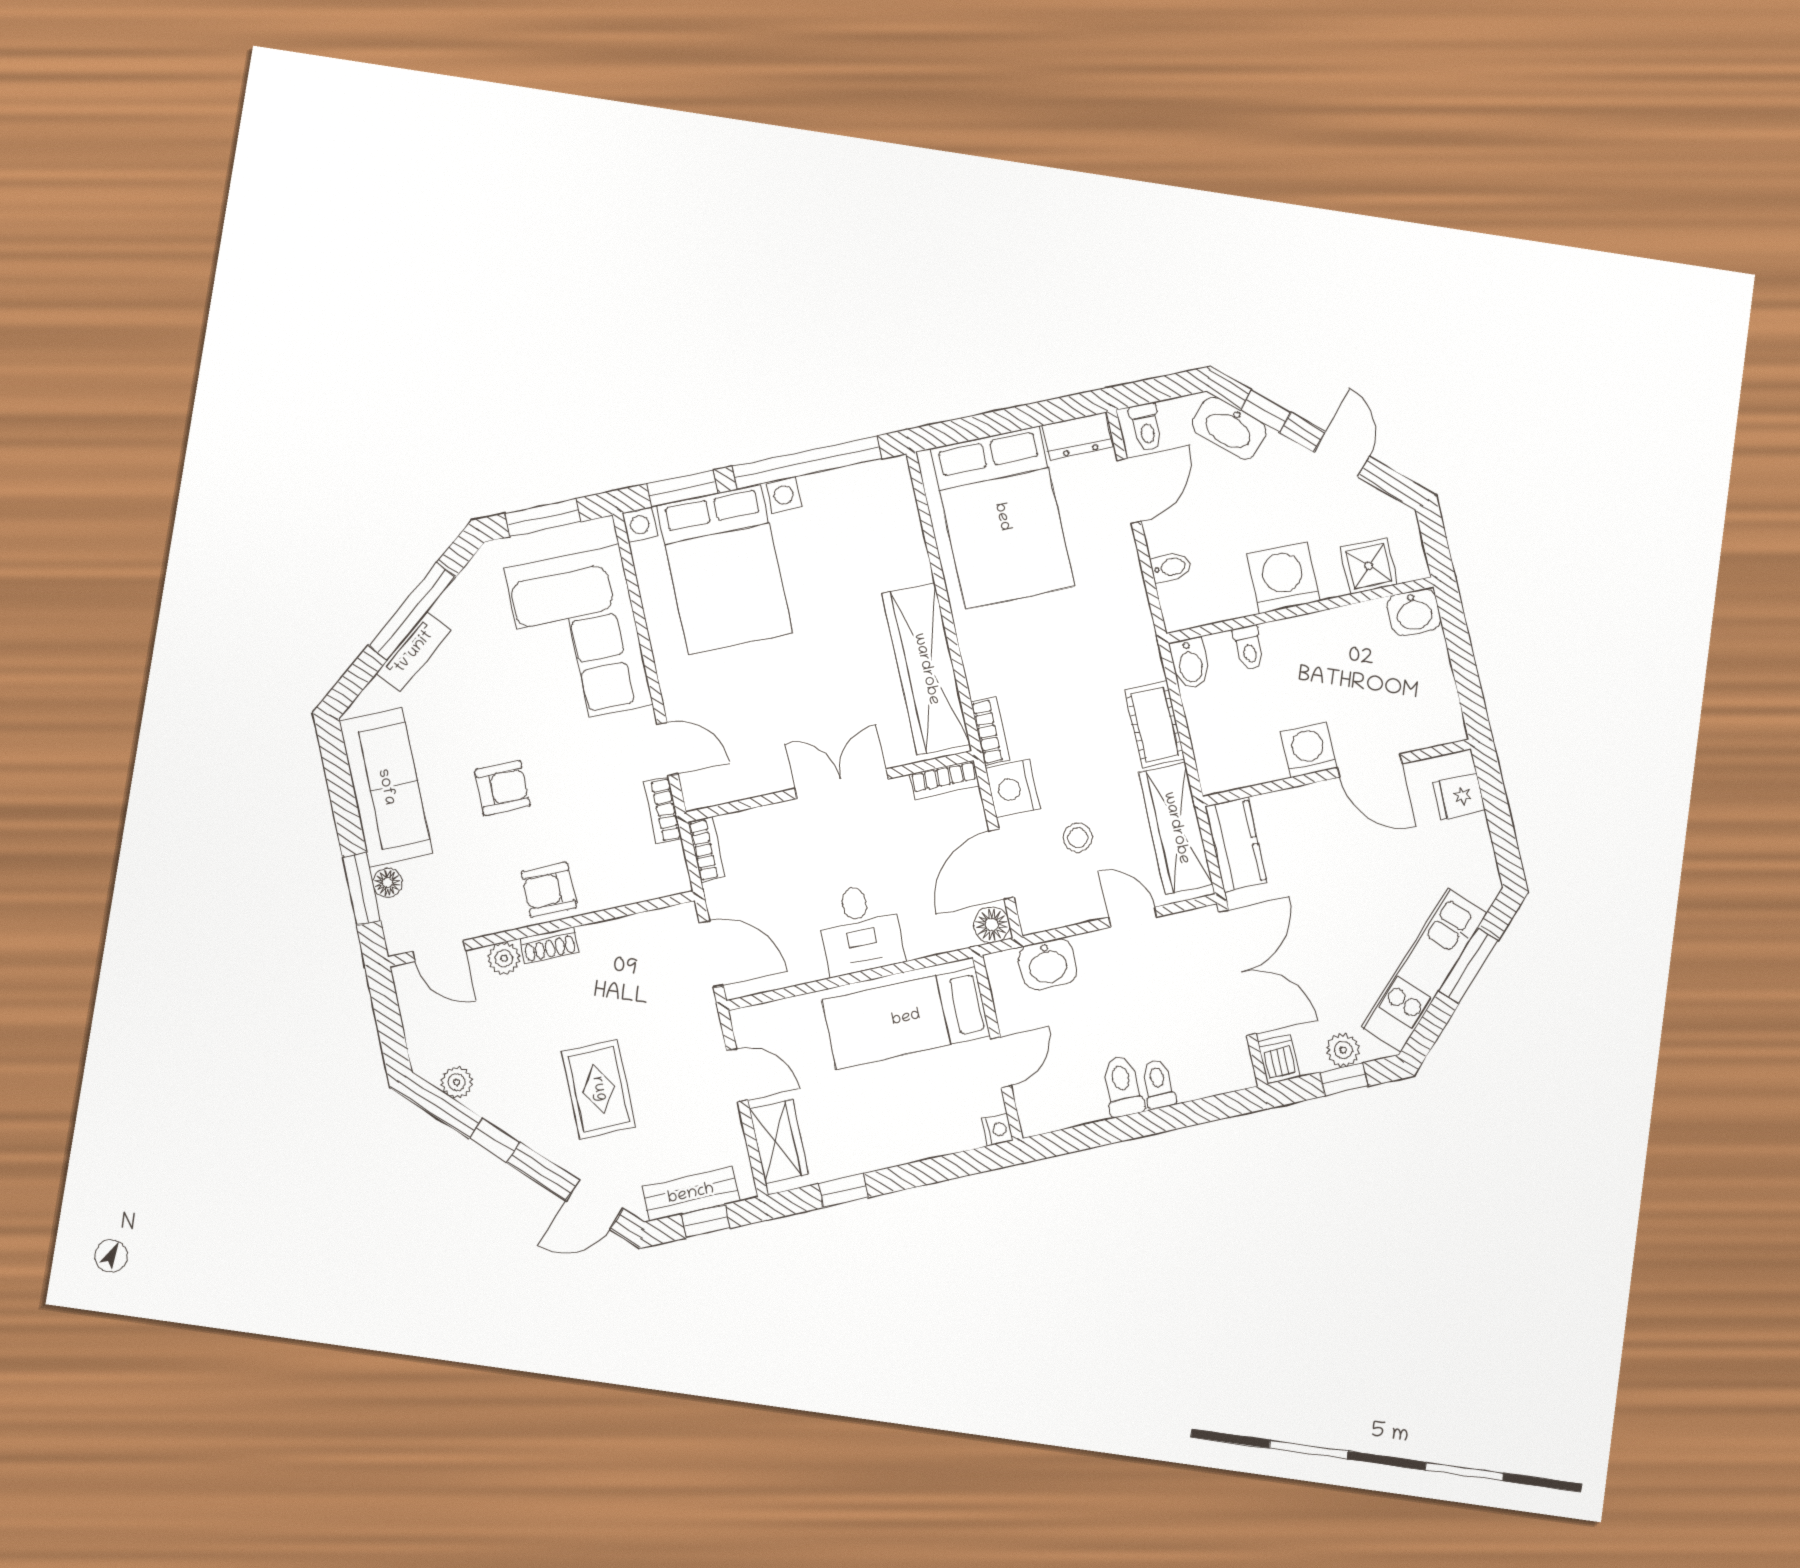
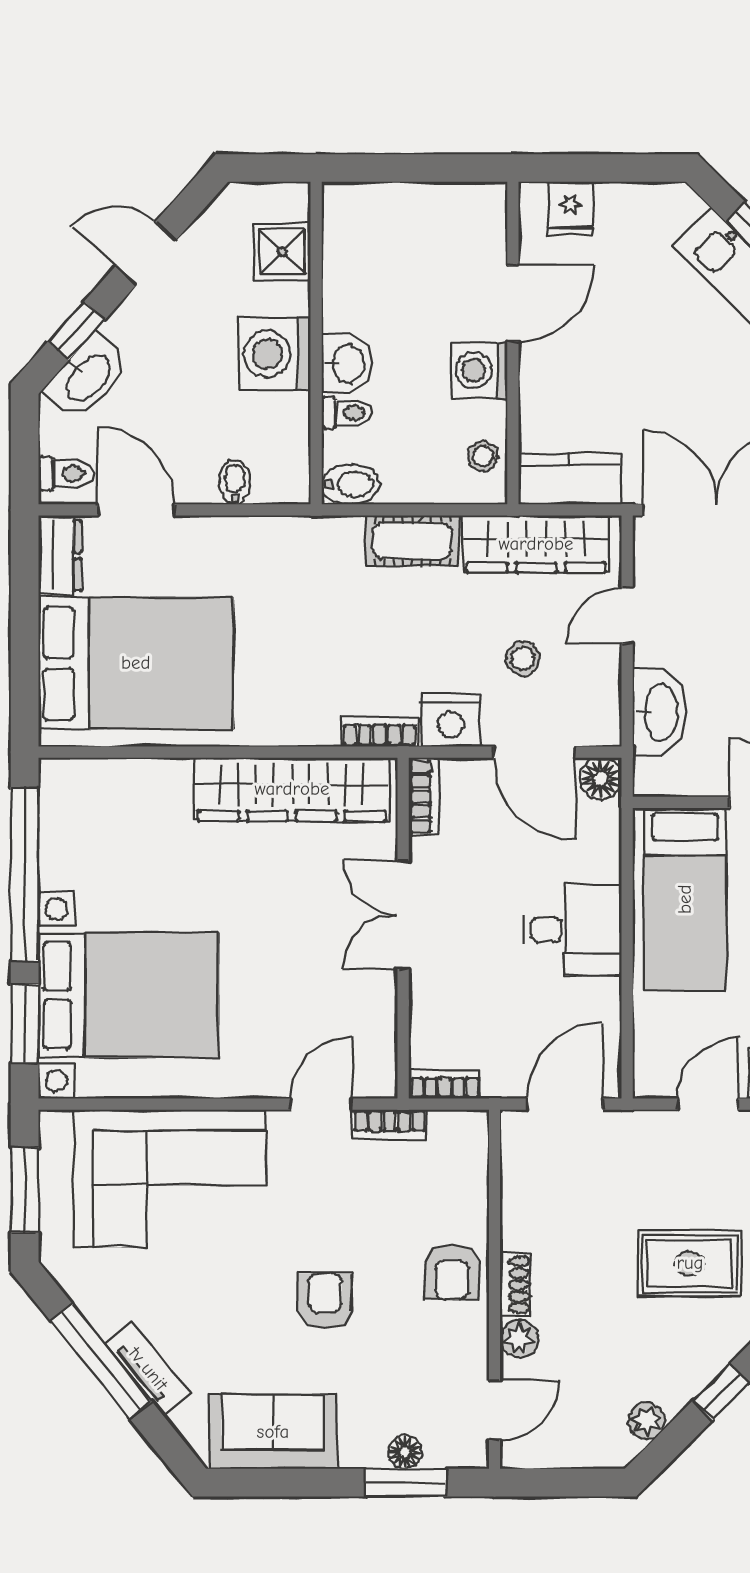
washbasin: (1414, 612) -> (347, 364), moved
stool: (1238, 768) -> (483, 456), added
sofa: (386, 787) -> (273, 1432), width x0.73
washbasin: (1048, 964) -> (659, 712), width x1.38

